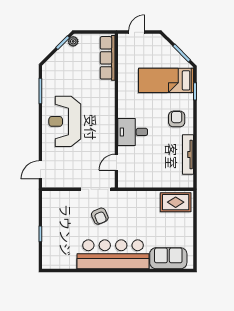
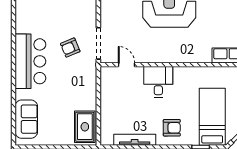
bar counter: (113, 254) -> (30, 61), width x0.73

